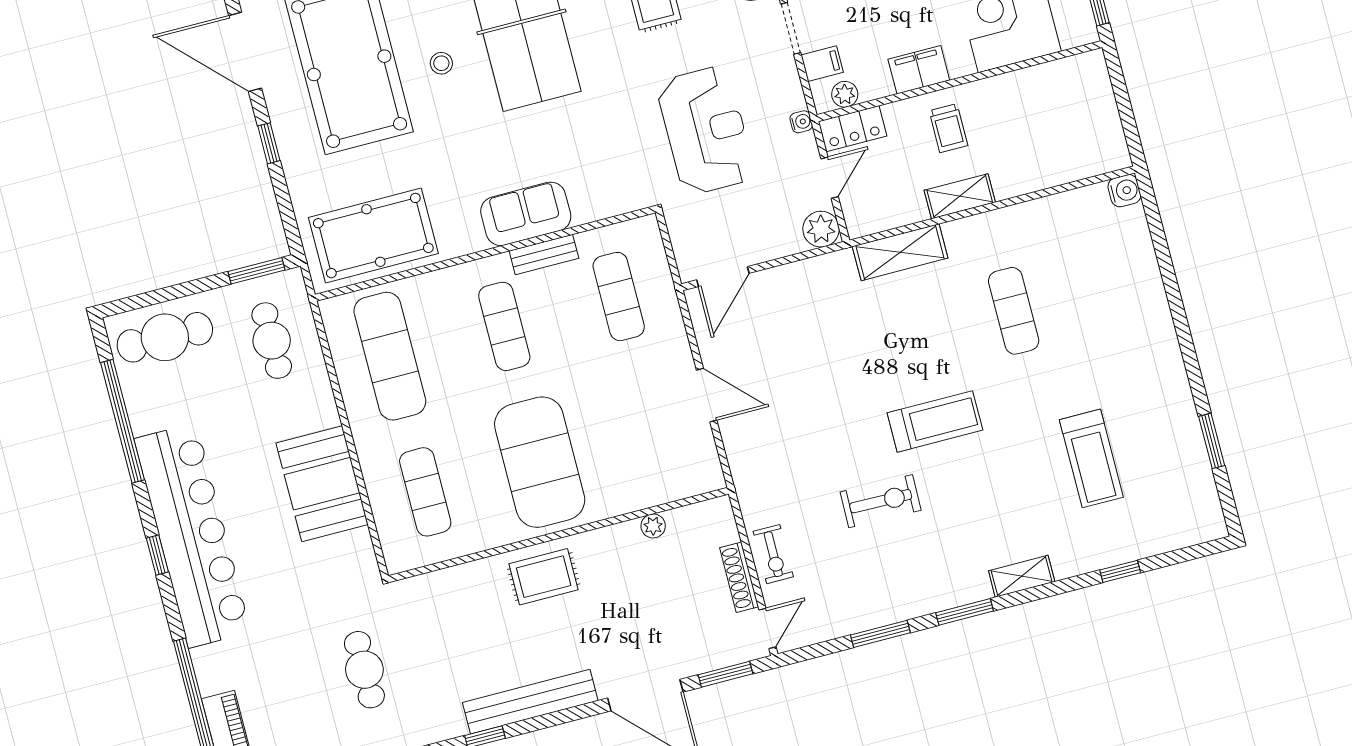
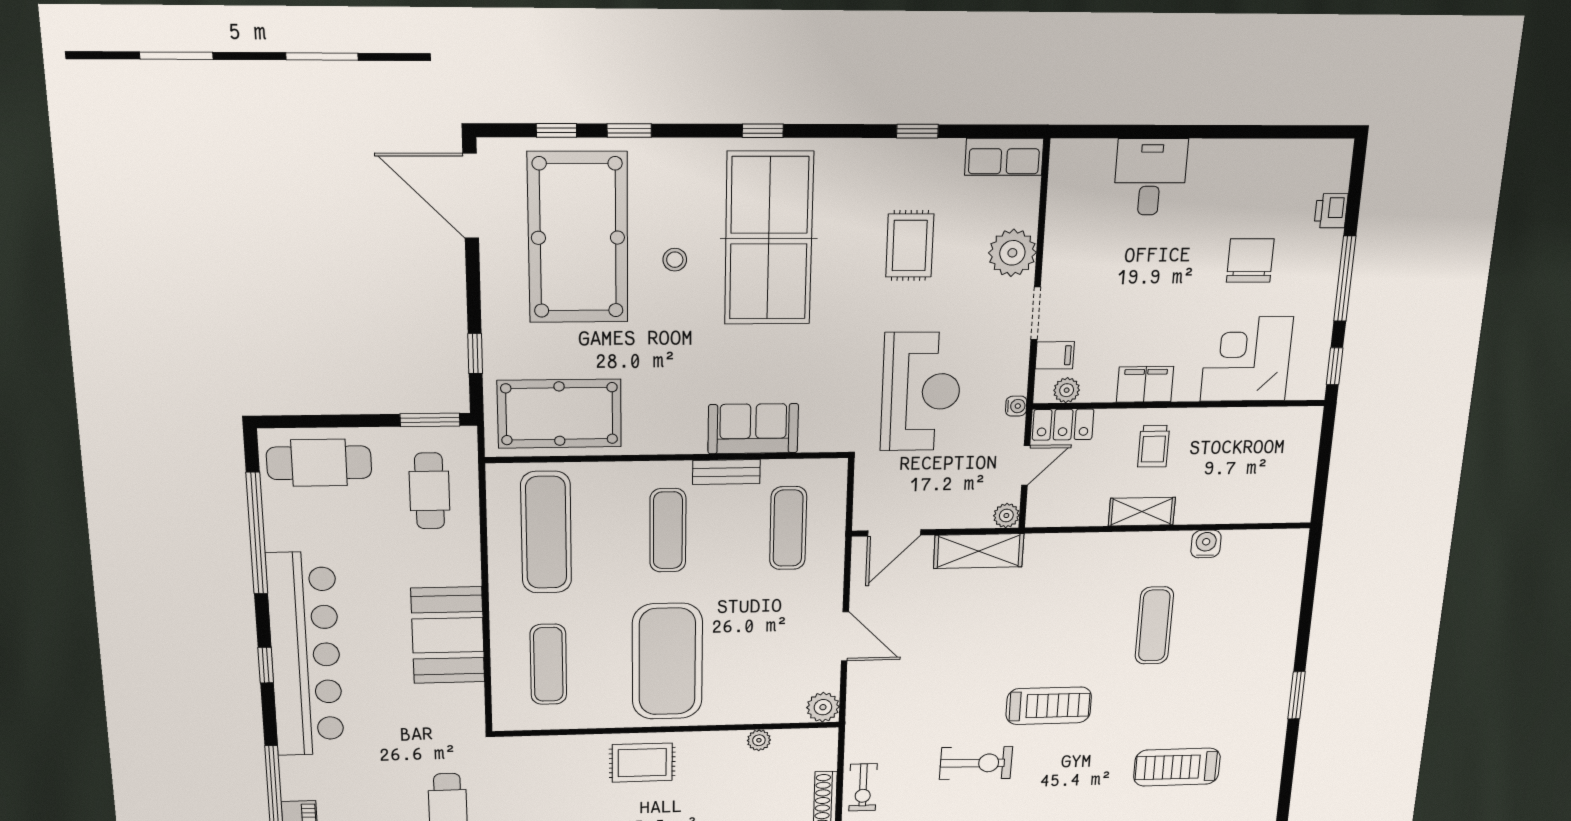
window: (269, 143) -> (475, 354), moved
water cooler: (1124, 191) -> (1206, 544), moved, turned -90
sofa: (526, 214) -> (753, 429), moved
plant: (821, 229) -> (1006, 516), width x0.73, depth x0.73
shelving: (900, 252) -> (979, 551), moved
window: (1212, 441) -> (1296, 695), moved
treadmill: (1091, 458) -> (1177, 767), turned 90
plant: (707, 476) -> (823, 707), added

